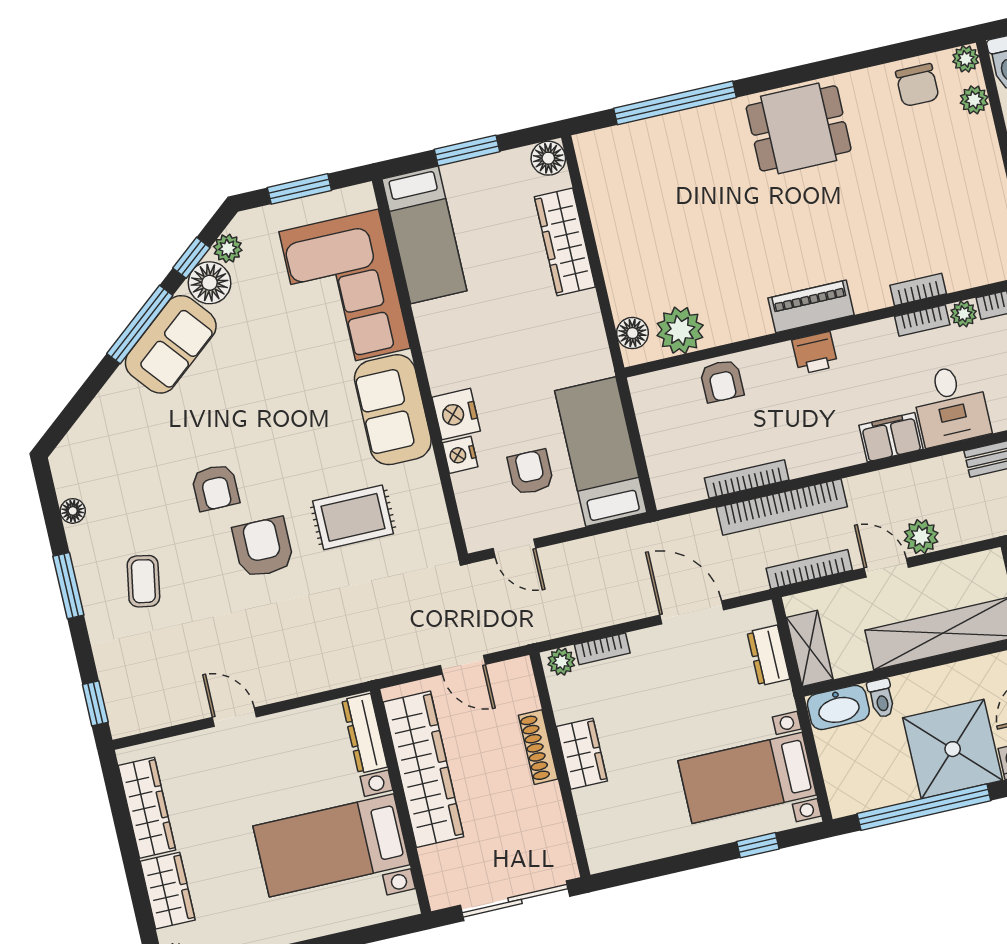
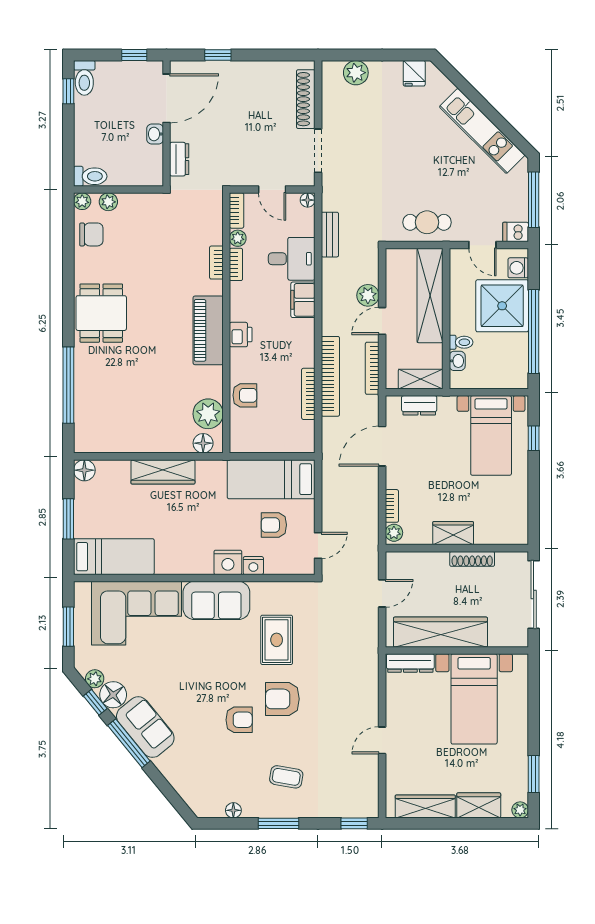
wardrobe: (565, 242) -> (163, 472), moved
piano: (811, 306) -> (208, 330), width x1.37, depth x1.33
washbasin: (838, 707) -> (457, 361), width x0.52, depth x0.69
shoe rack: (538, 747) -> (472, 559), moved

